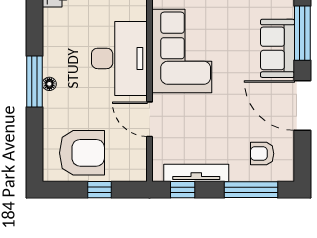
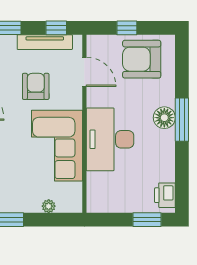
floor lamp: (49, 84) -> (164, 118), width x1.89, depth x1.89
door: (150, 119) -> (84, 72), moved
armchair: (207, 121) -> (36, 86), added

